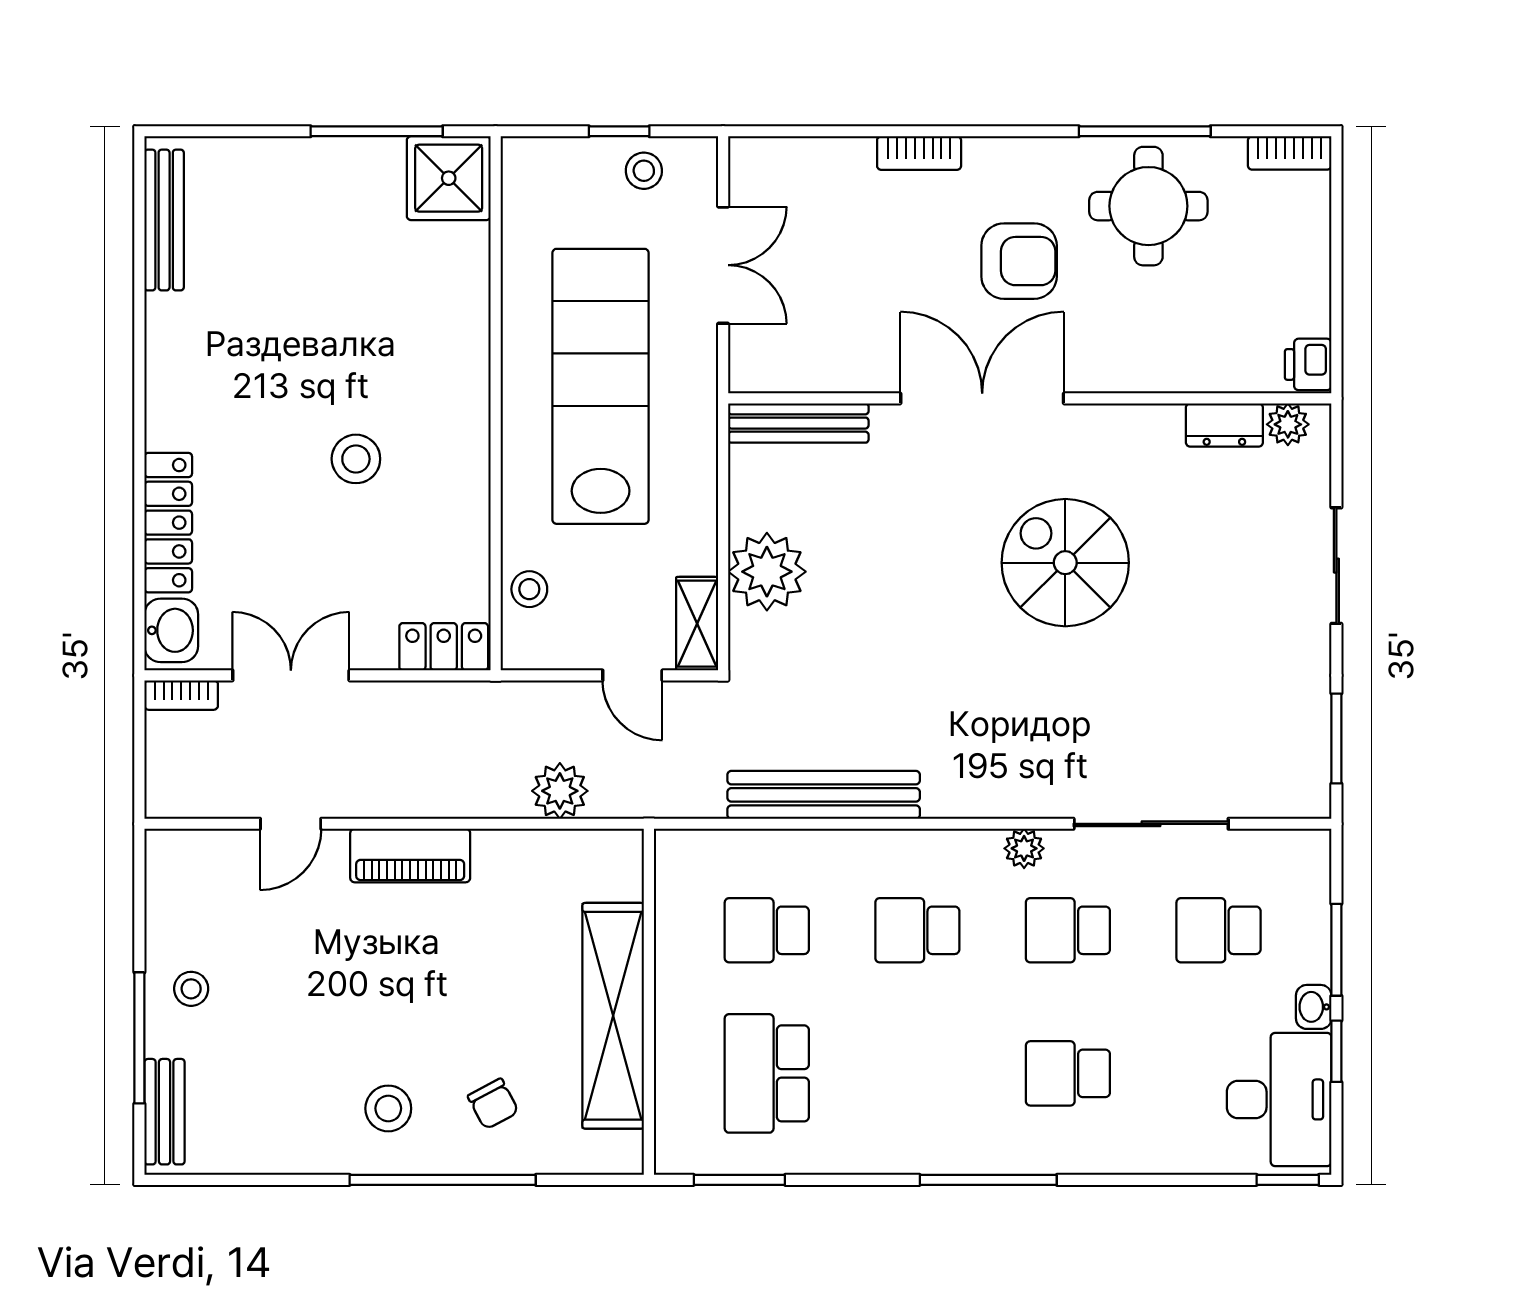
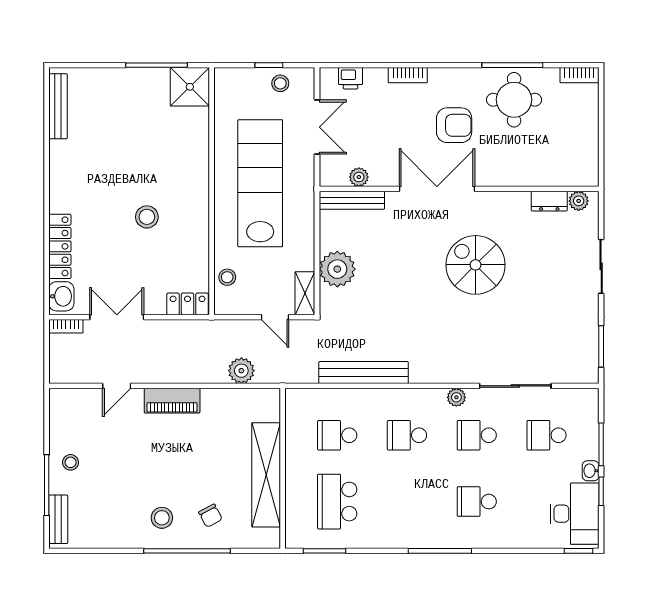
printer: (1308, 364) -> (351, 78), moved, turned -90
plant: (813, 373) -> (359, 177), added

